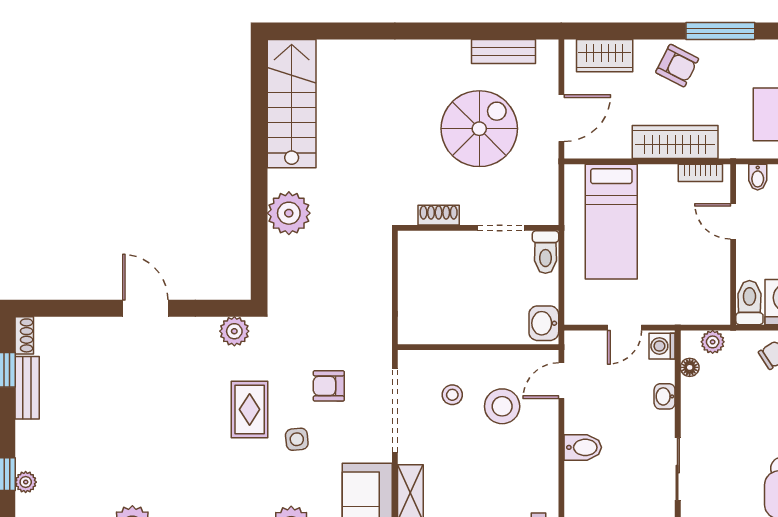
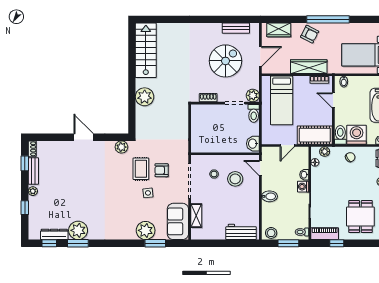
window: (720, 31) -> (328, 19), width x1.46
plant: (543, 210) -> (253, 95), added
cot: (689, 303) -> (315, 135), added
washing machine: (662, 346) -> (303, 187), moved
door: (561, 381) -> (260, 168), hinge flipped
rug: (250, 409) -> (141, 169), moved
plant: (26, 482) -> (33, 191), moved

